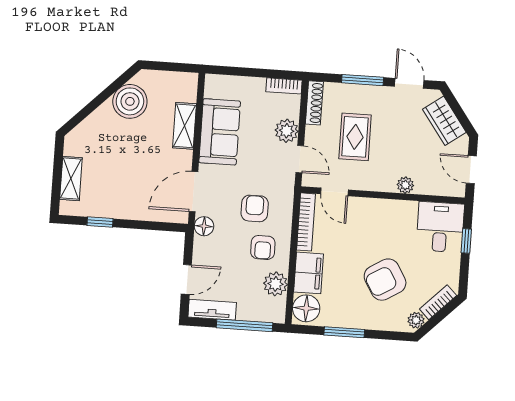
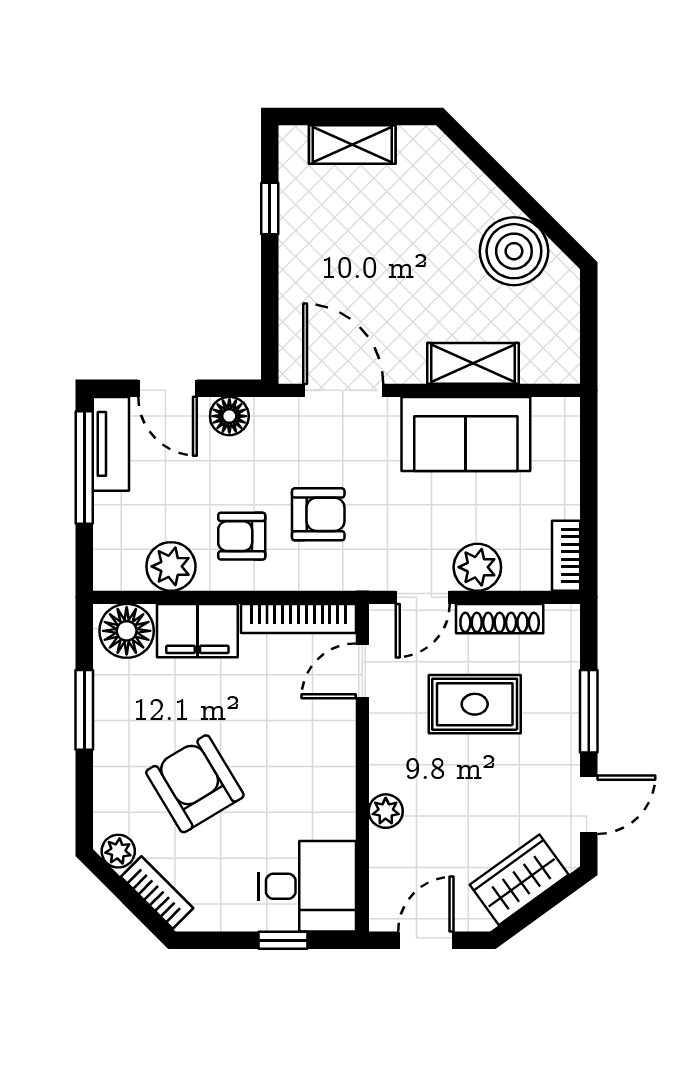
shoe rack: (314, 103) -> (500, 619), moved
floor lamp: (204, 226) -> (229, 416), moved
window: (244, 325) -> (84, 467), moved

